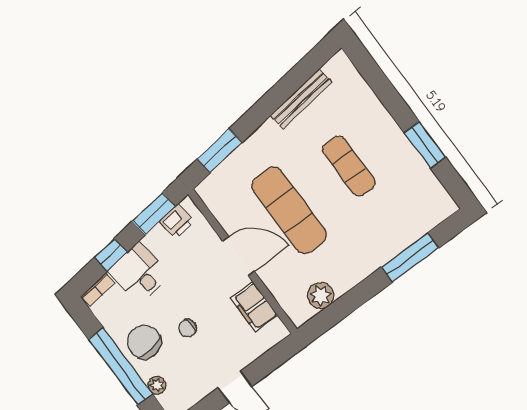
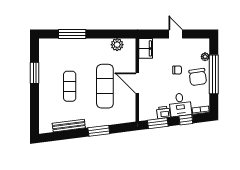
window: (220, 151) -> (99, 131), moved
printer: (177, 221) -> (163, 112), moved
filing cabinet: (254, 307) -> (146, 48), moved

